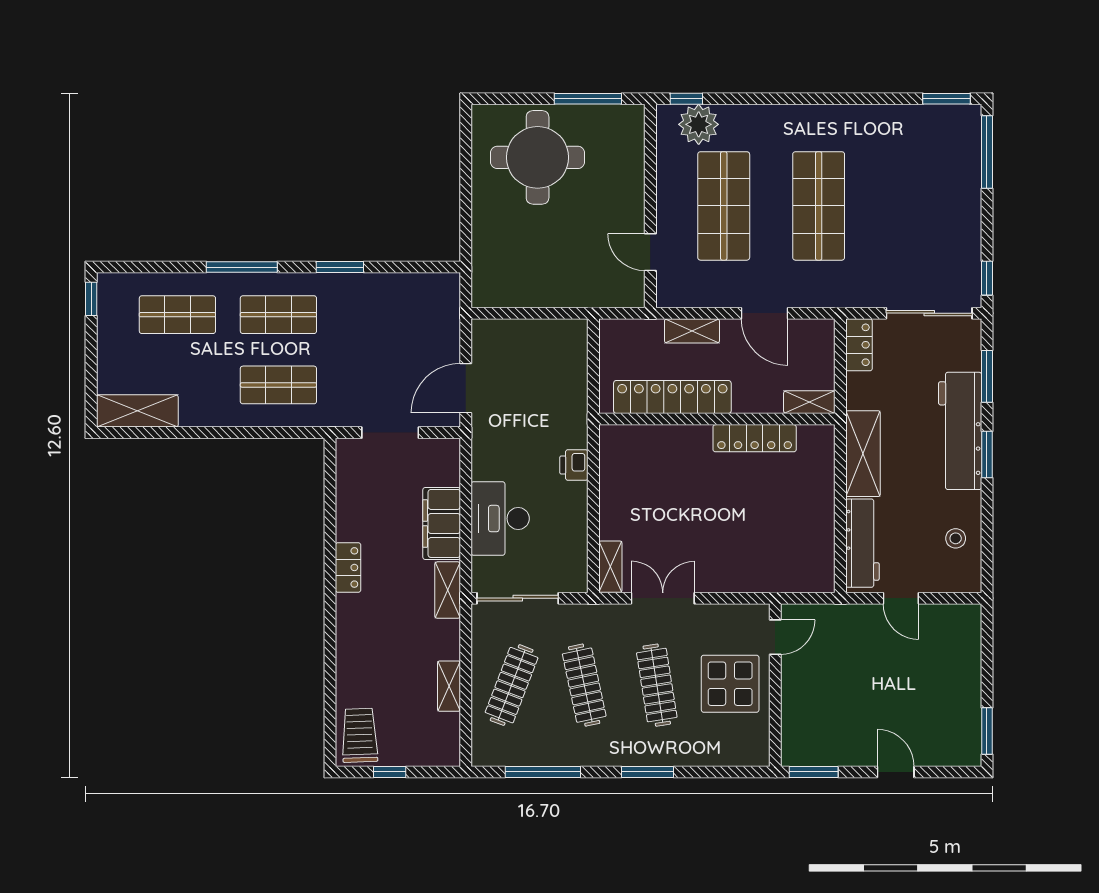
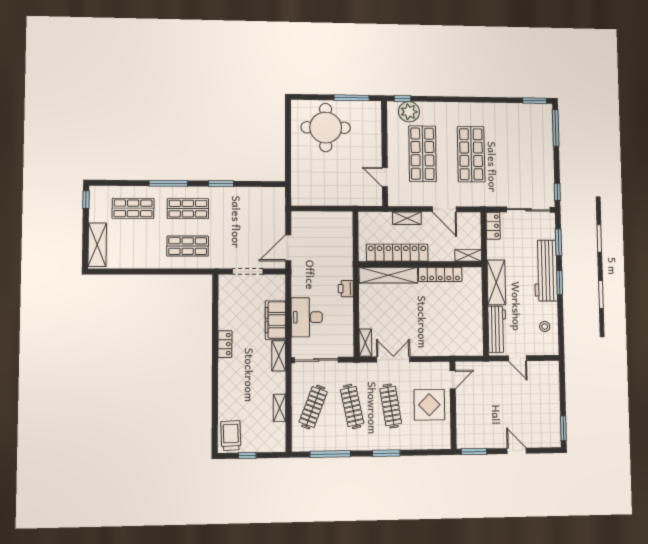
shelving: (137, 411) -> (97, 245), moved, turned 90
shelving: (655, 440) -> (388, 275), added

